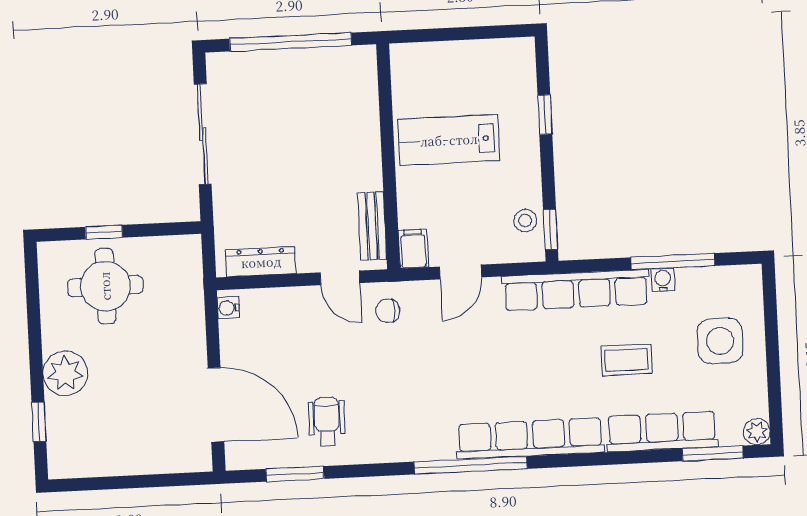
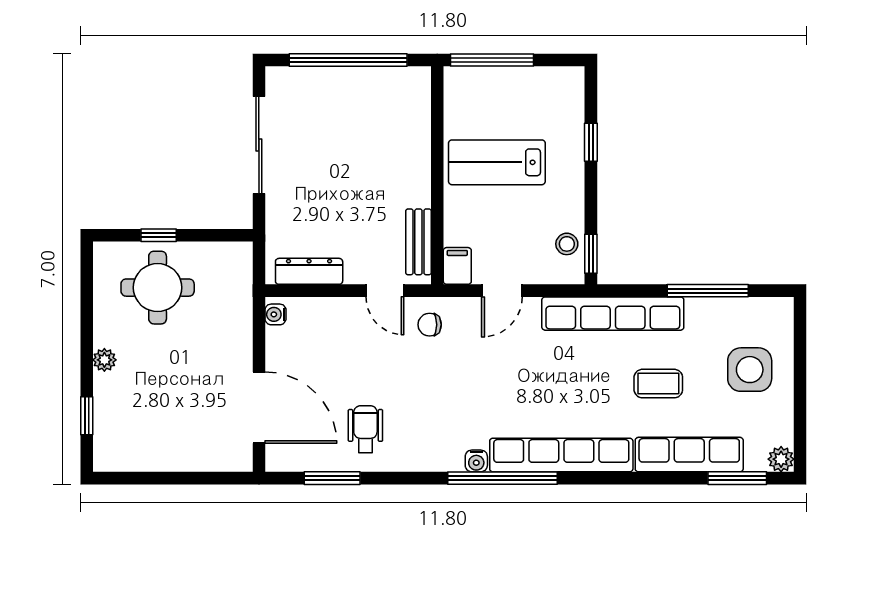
window: (439, 35) -> (492, 60), added
water cooler: (663, 280) -> (476, 461), moved, turned 180
plant: (65, 373) -> (104, 360), width x0.53, depth x0.53

